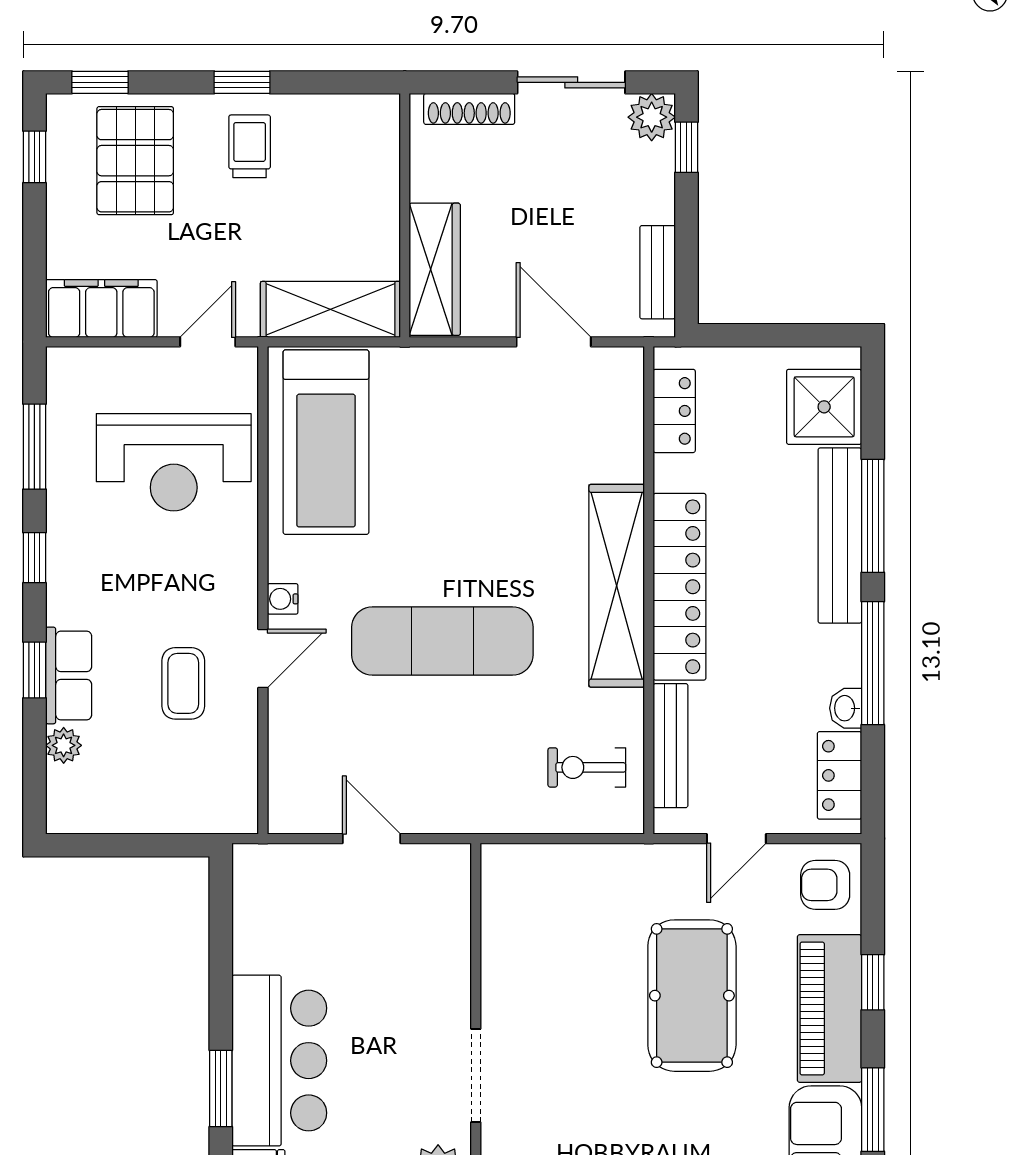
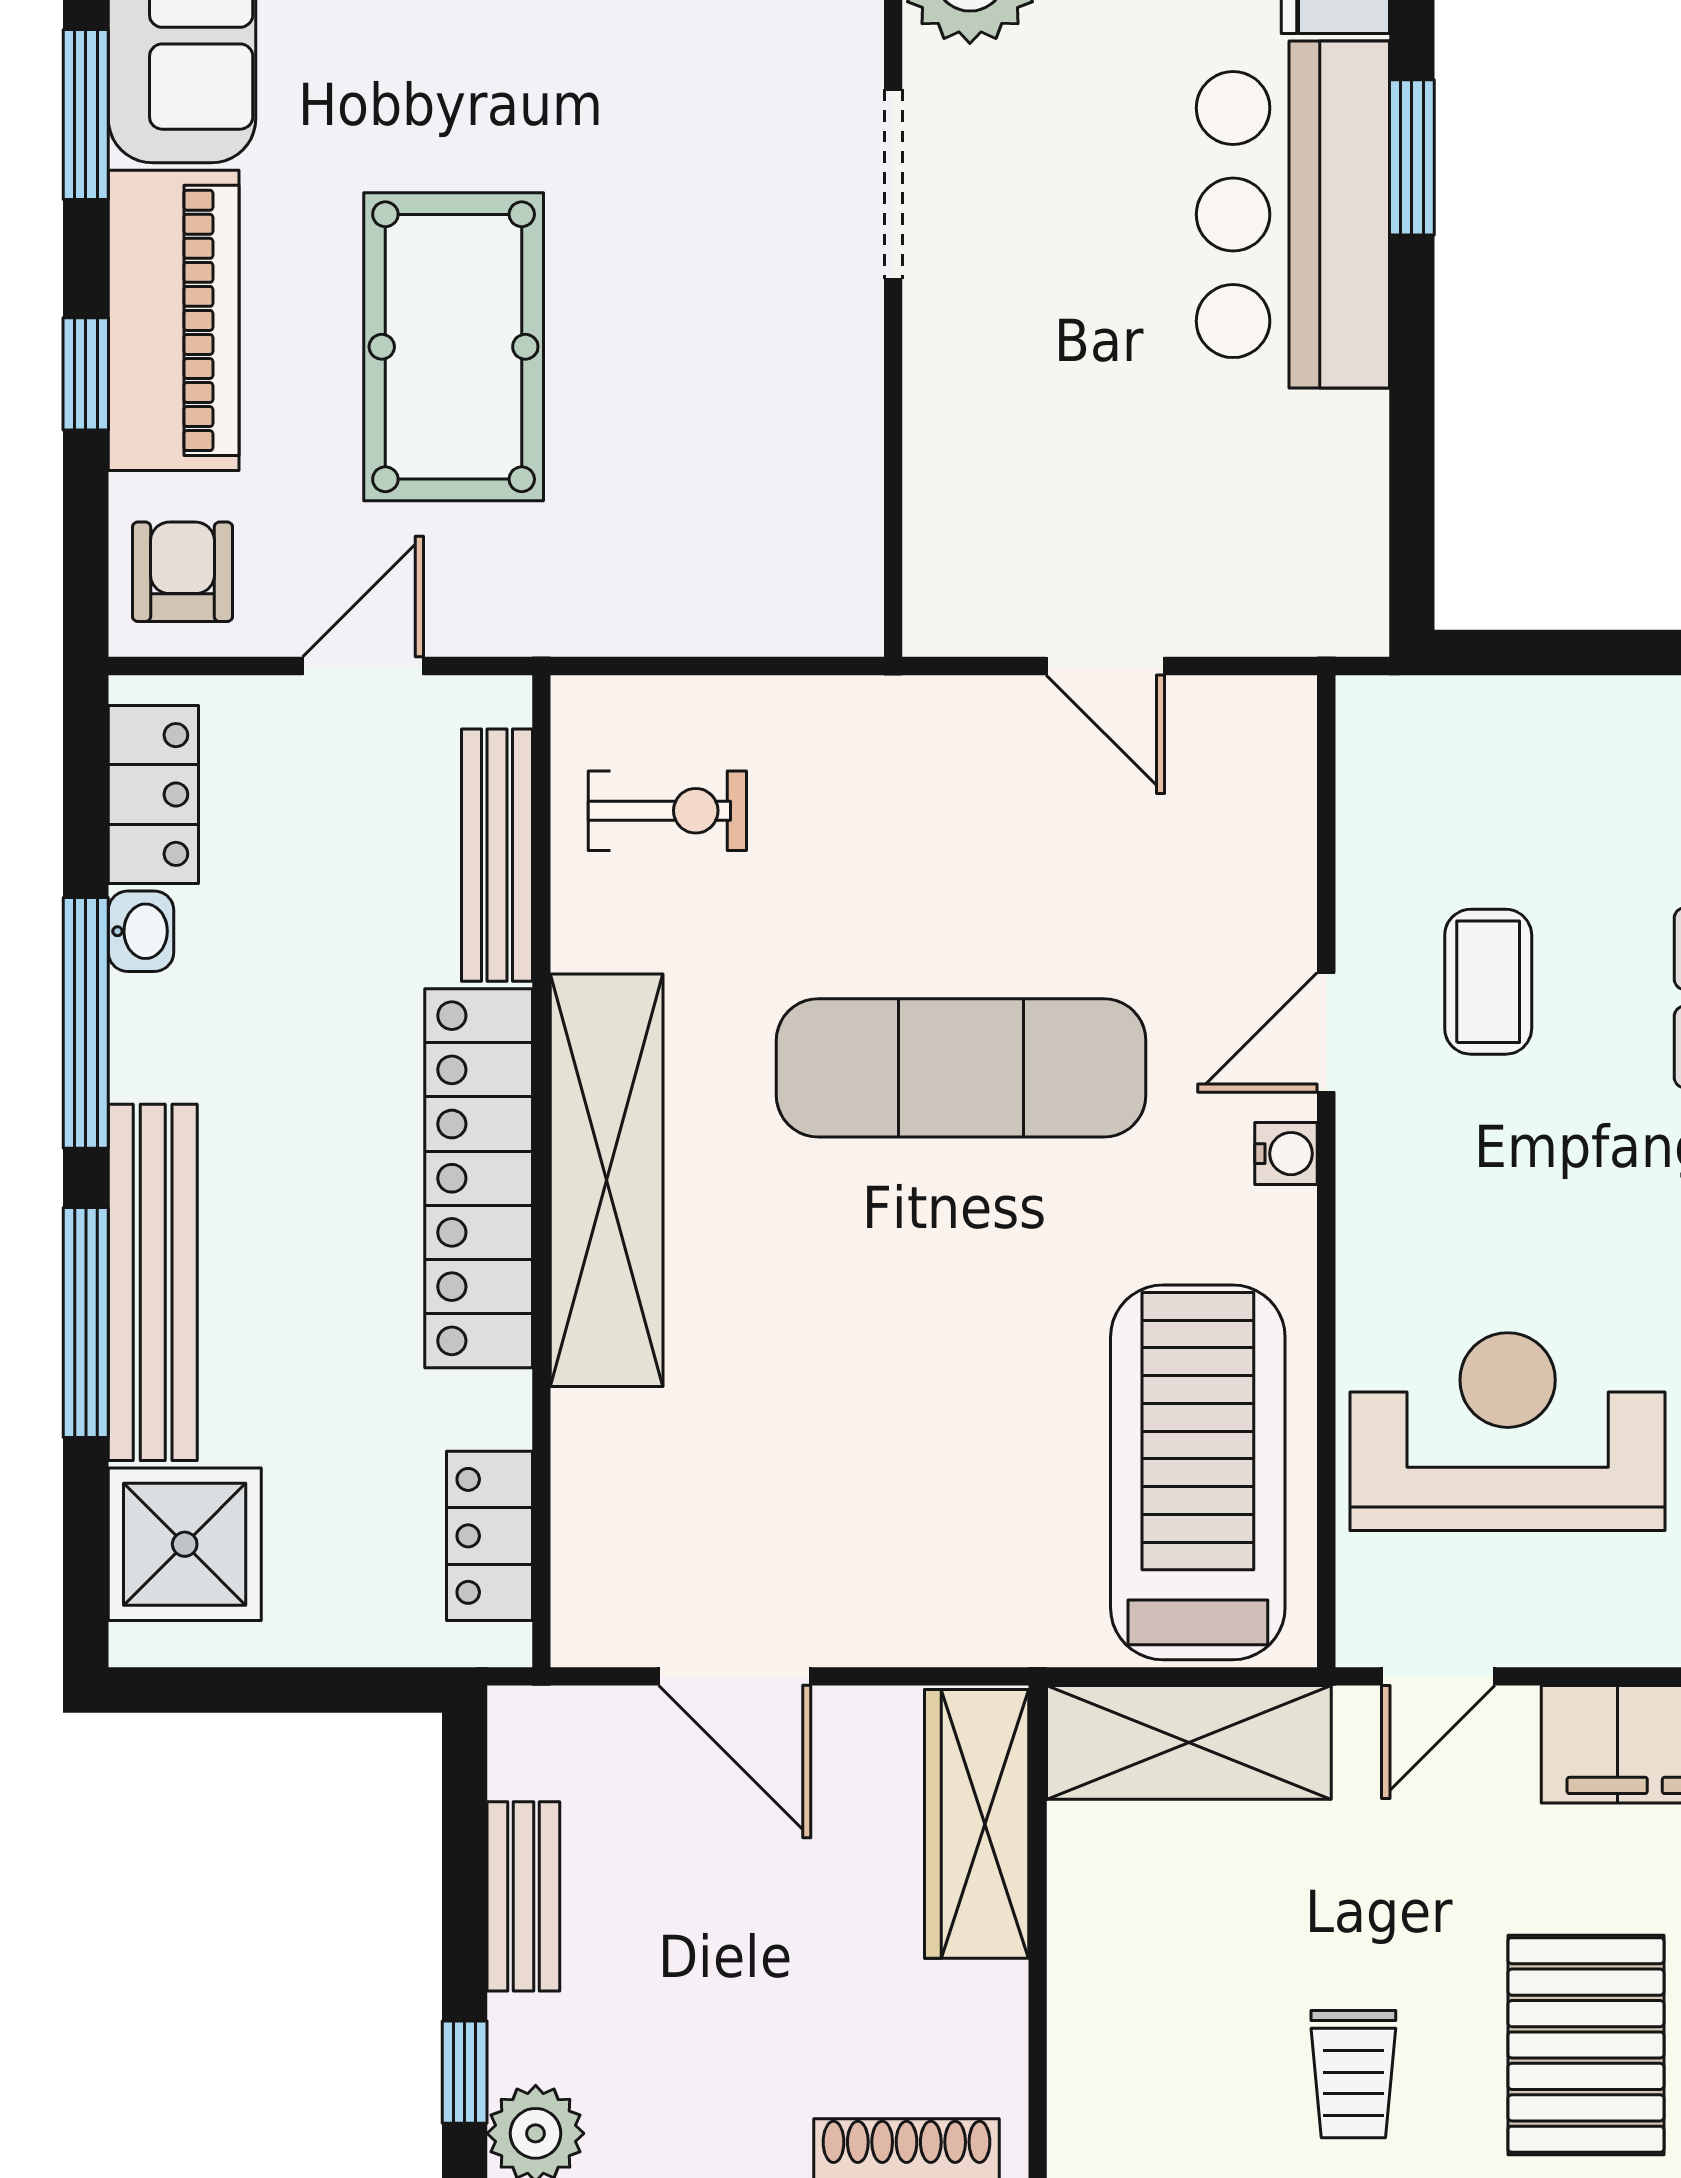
bench: (658, 272) -> (523, 1896), moved
armchair: (825, 885) -> (182, 572), turned -90

